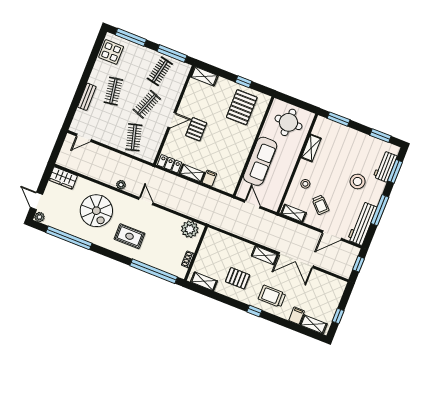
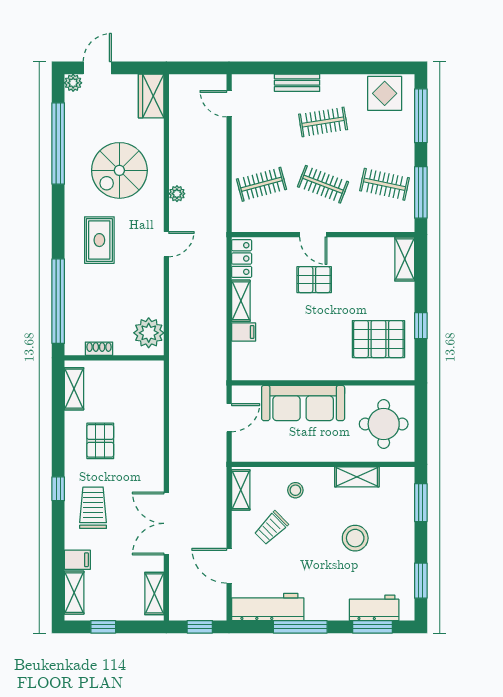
stool: (358, 181) -> (355, 538), moved
shelving: (265, 255) -> (154, 593), moved

